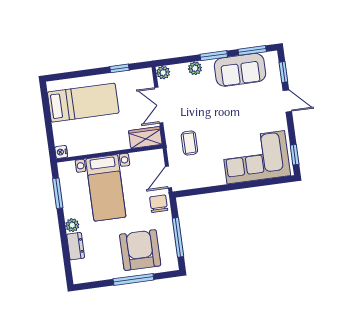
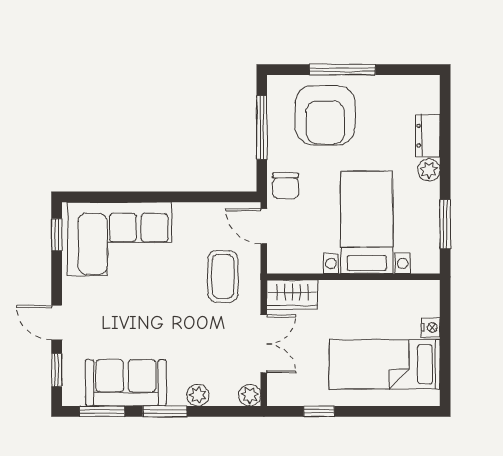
coffee table: (189, 143) -> (223, 276), width x1.36, depth x1.30
nightstand: (61, 152) -> (431, 328), moved
door: (169, 177) -> (264, 226), swing flipped

